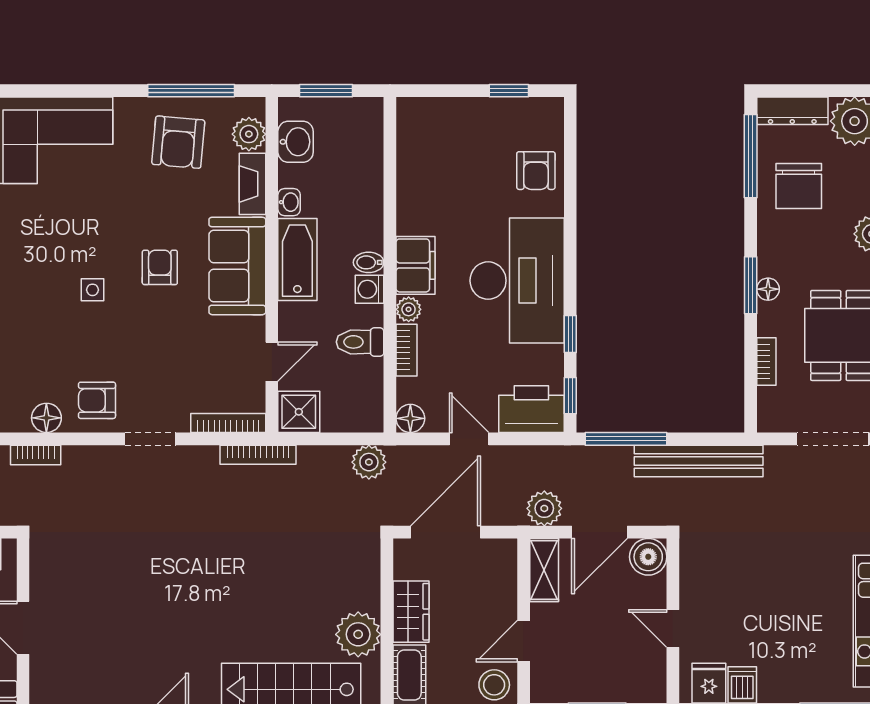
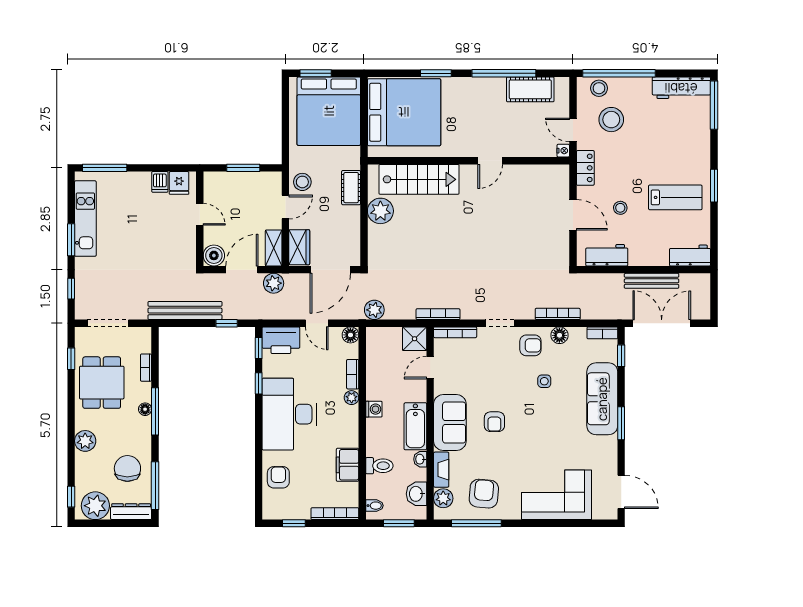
bookcase: (438, 107) -> (335, 514), added
bidet: (369, 262) -> (374, 506), moved
filing cabinet: (415, 265) -> (348, 465), moved
window: (751, 285) -> (155, 411), width x1.44
side table: (93, 290) -> (544, 381), moved
toilet: (360, 342) -> (379, 466), moved
window: (626, 439) -> (227, 323), width x0.46
bookcase: (36, 455) -> (558, 314), width x1.56
wardrobe: (411, 612) -> (299, 247), moved, turned 180

